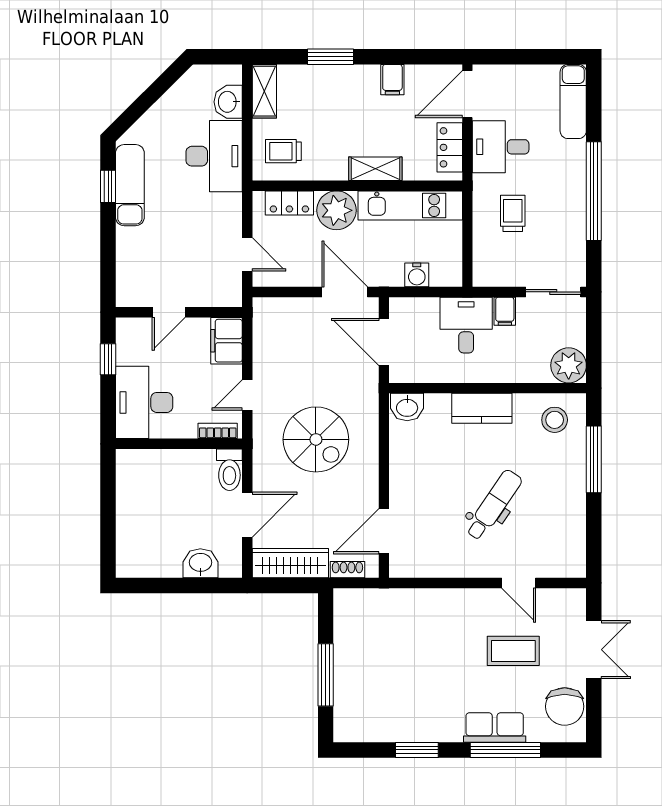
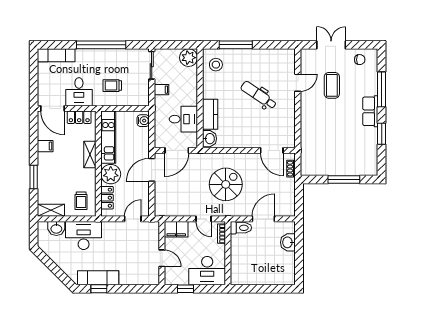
water cooler: (417, 275) -> (143, 121), moved
desk: (466, 325) -> (183, 119), moved, turned 180
kitchen counter: (482, 408) -> (210, 114), moved
door: (247, 515) -> (263, 219), hinge flipped
wardrobe: (290, 563) -> (288, 197), removed
chair: (565, 706) -> (360, 60), width x0.54, depth x0.54
row of seats: (495, 727) -> (370, 111), moved

